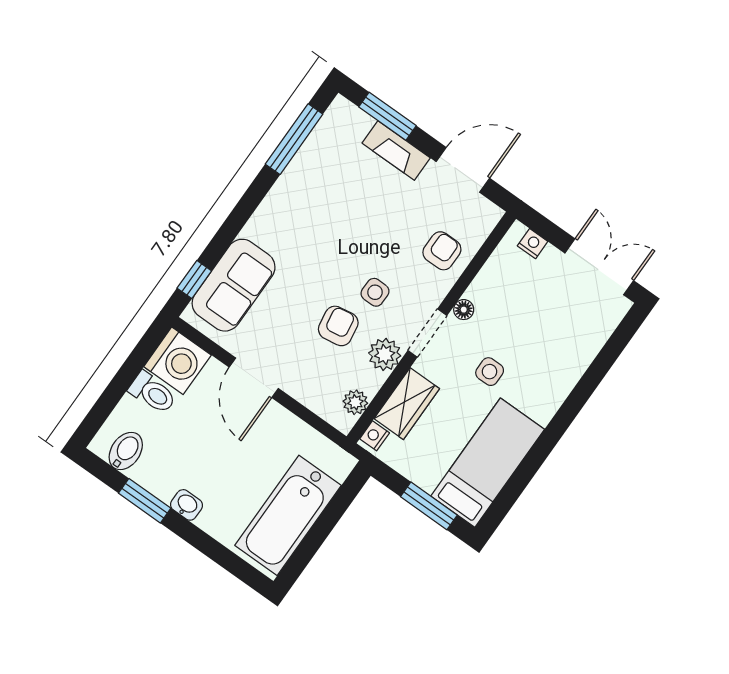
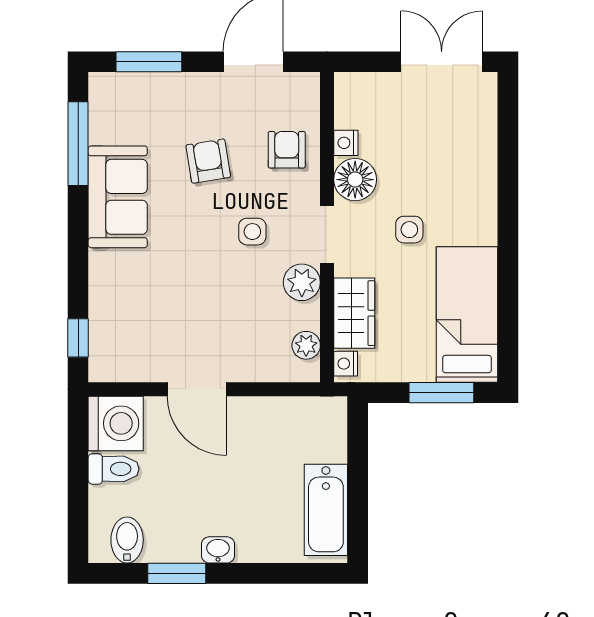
fireplace: (396, 151) -> (179, 87), removed
nightstand: (533, 244) -> (346, 143), moved, turned -90
sofa: (234, 285) -> (118, 197), moved
floor lamp: (464, 310) -> (355, 180), width x1.89, depth x1.89
armchair: (338, 326) -> (208, 161), moved
bathtub: (288, 515) -> (326, 510), width x0.73, depth x0.73

